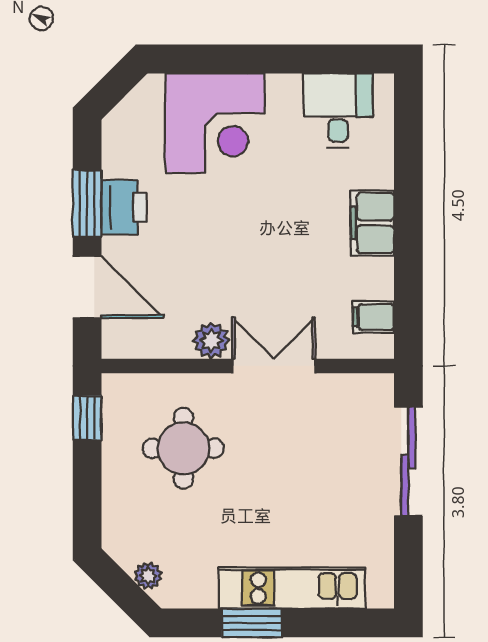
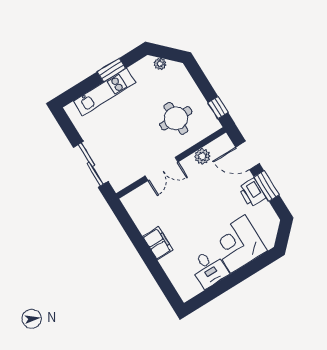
desk: (338, 111) -> (209, 269), moved
filing cabinet: (373, 317) -> (136, 209), removed
plant: (211, 340) -> (202, 156), moved

